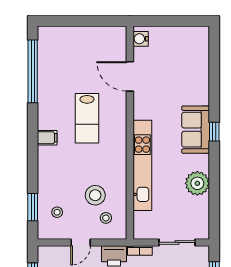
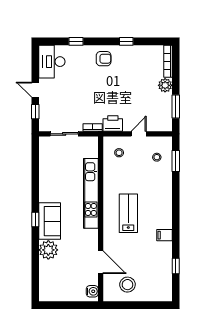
window: (33, 71) -> (176, 266), width x0.32
lab bench: (87, 118) -> (128, 213), moved
filing cabinet: (47, 138) -> (164, 235), moved
plant: (197, 183) -> (48, 250), moved
stool: (95, 195) -> (127, 285), moved

